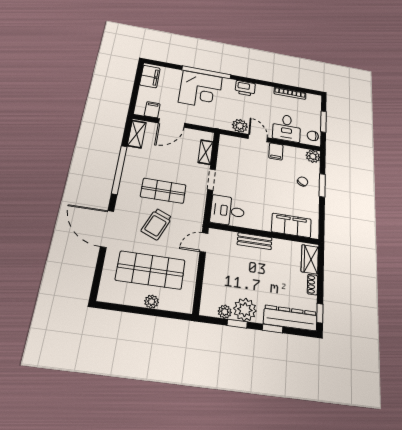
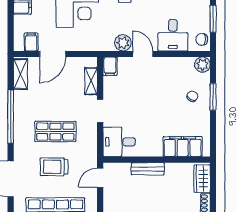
filing cabinet: (276, 151) -> (110, 66), moved
trolley: (157, 224) -> (54, 167), turned 67

